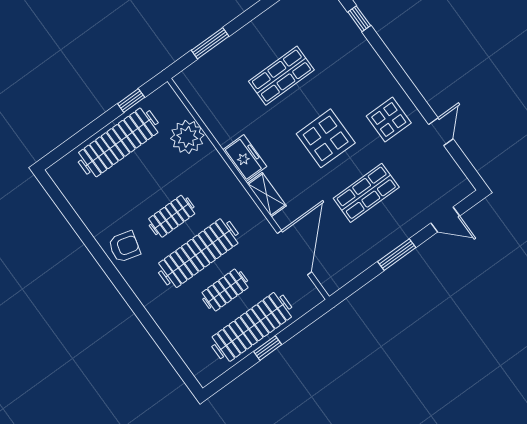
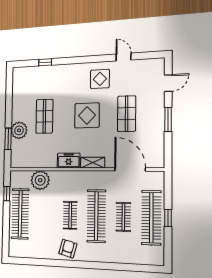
plant: (234, 51) -> (19, 130), added

